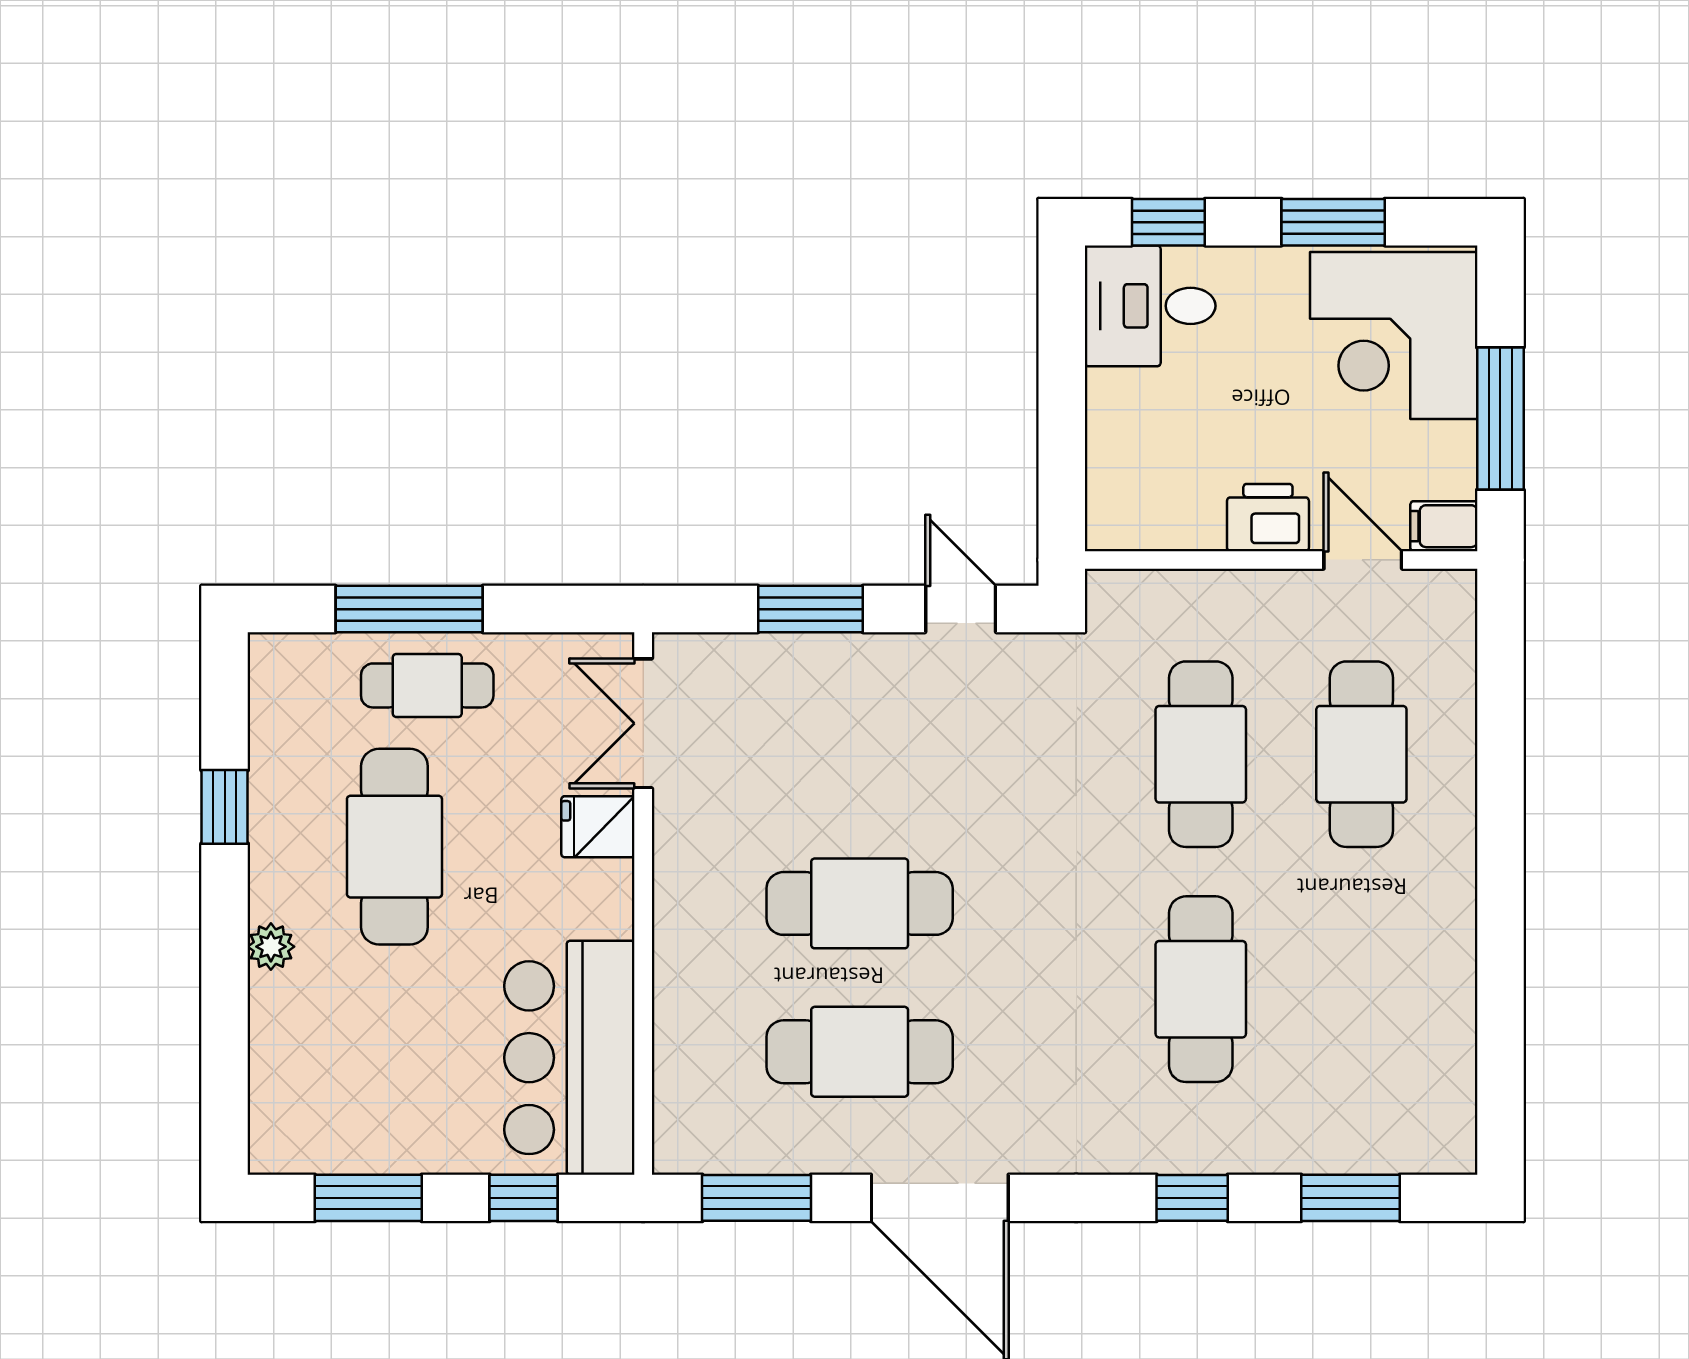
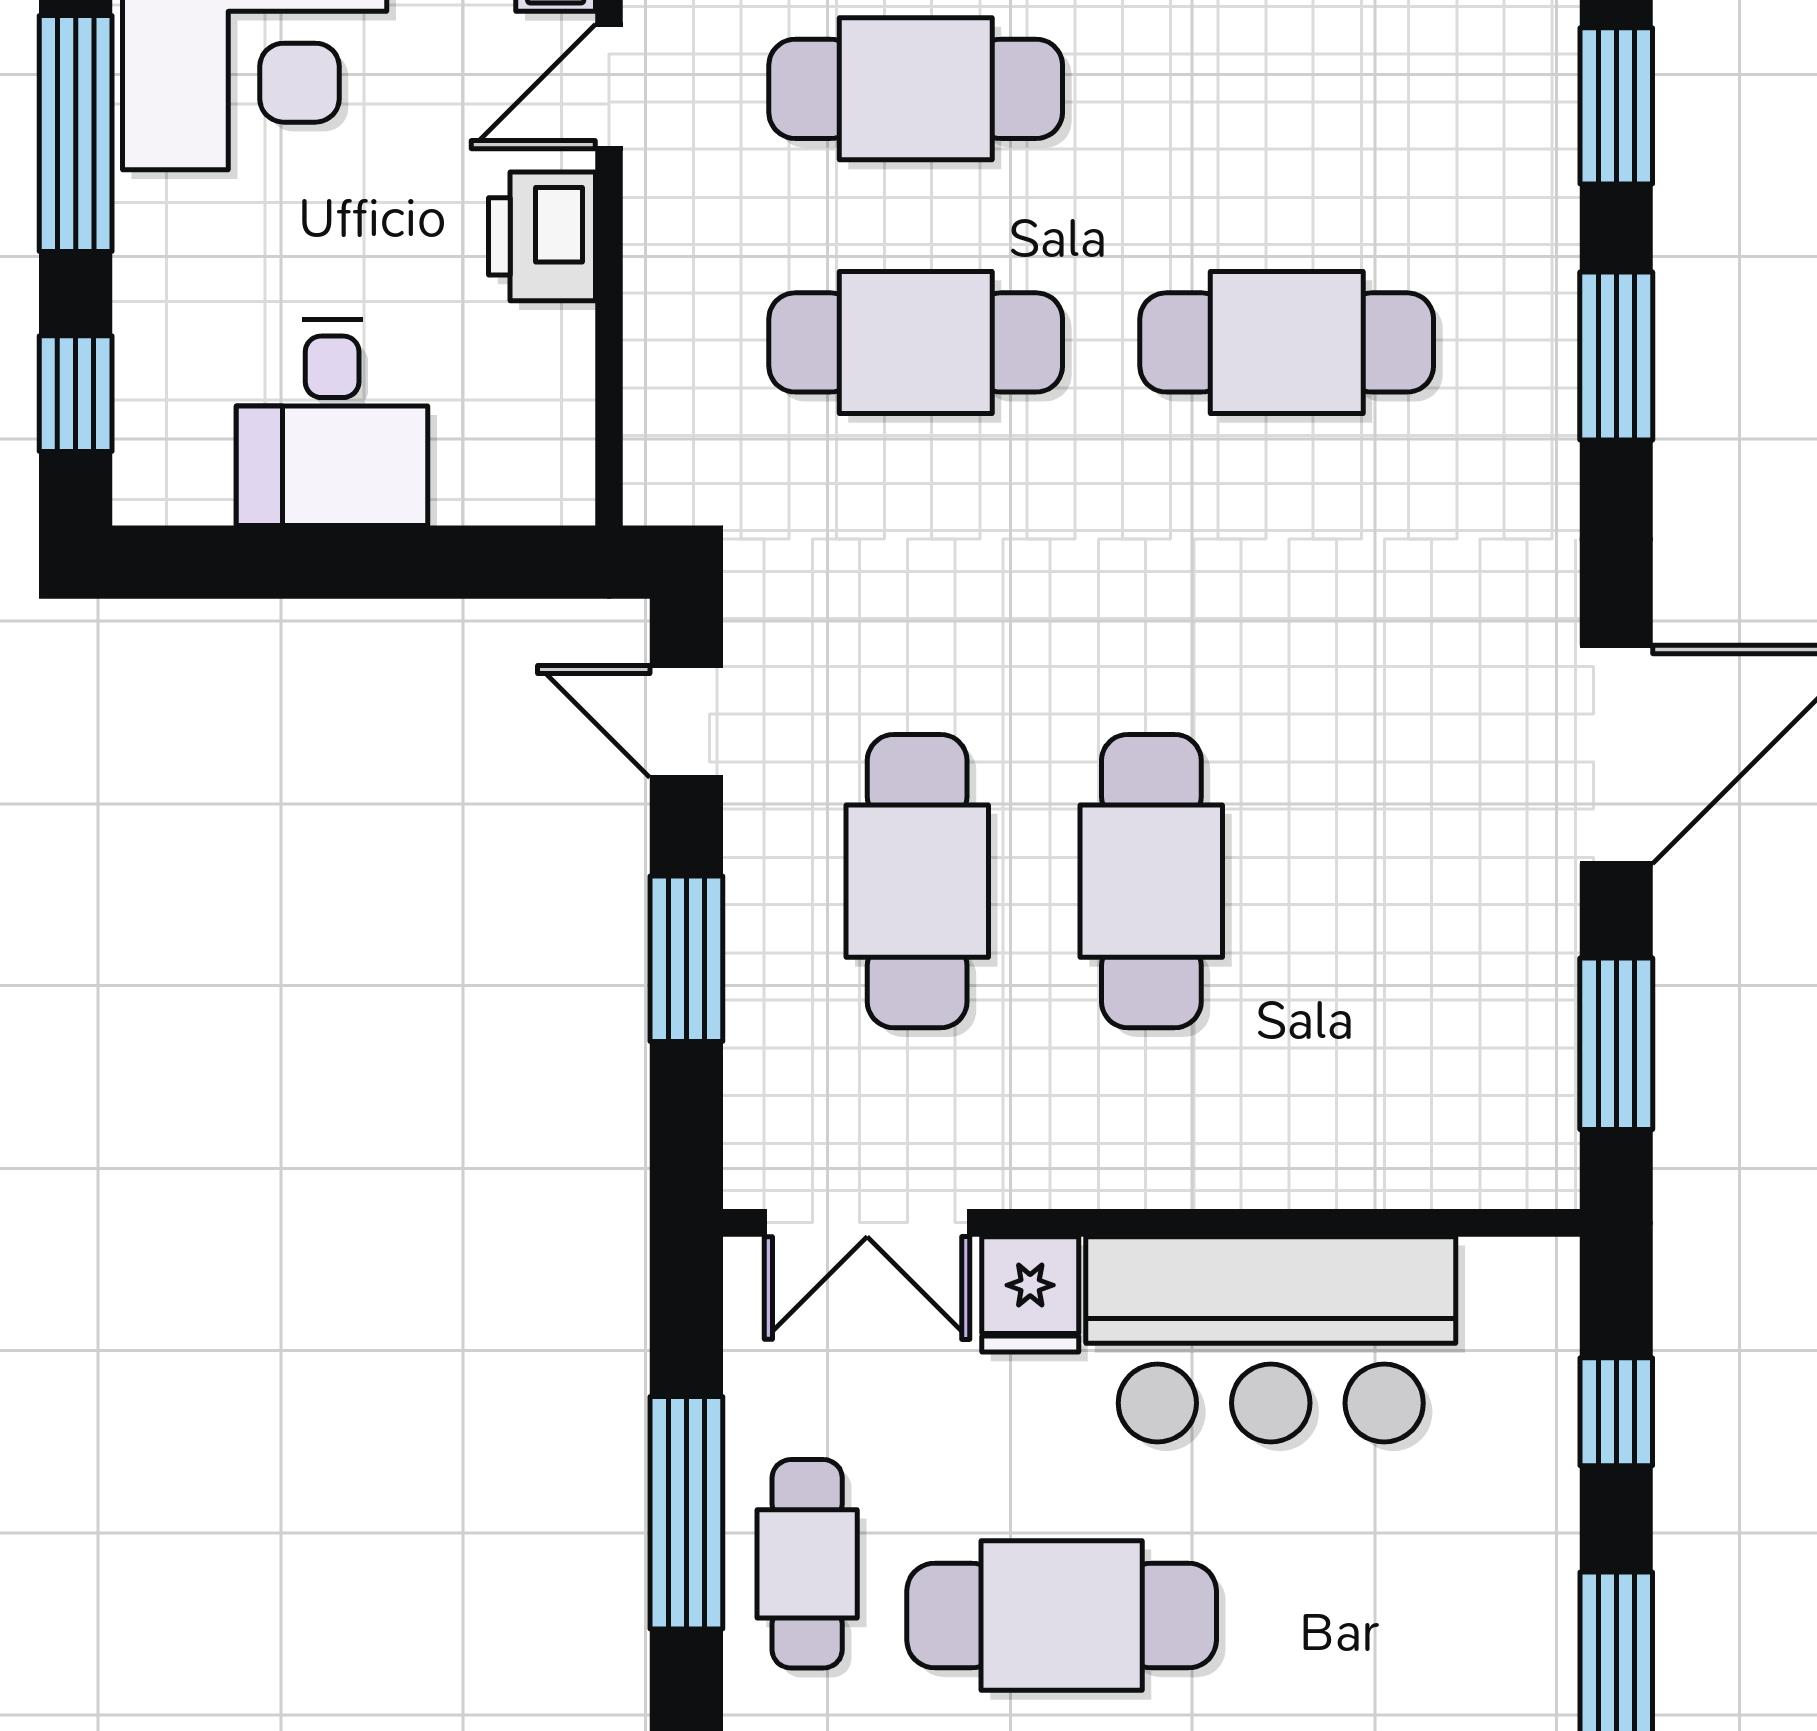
window: (1333, 222) -> (76, 134), width x1.44
desk: (1150, 306) -> (332, 422), moved
window: (409, 609) -> (686, 1513), moved
door: (961, 609) -> (686, 722), hinge flipped
cafe table: (860, 1052) -> (917, 881), moved
bar counter: (569, 1058) -> (1271, 1339), moved
window: (1192, 1198) -> (1616, 356), width x1.50

